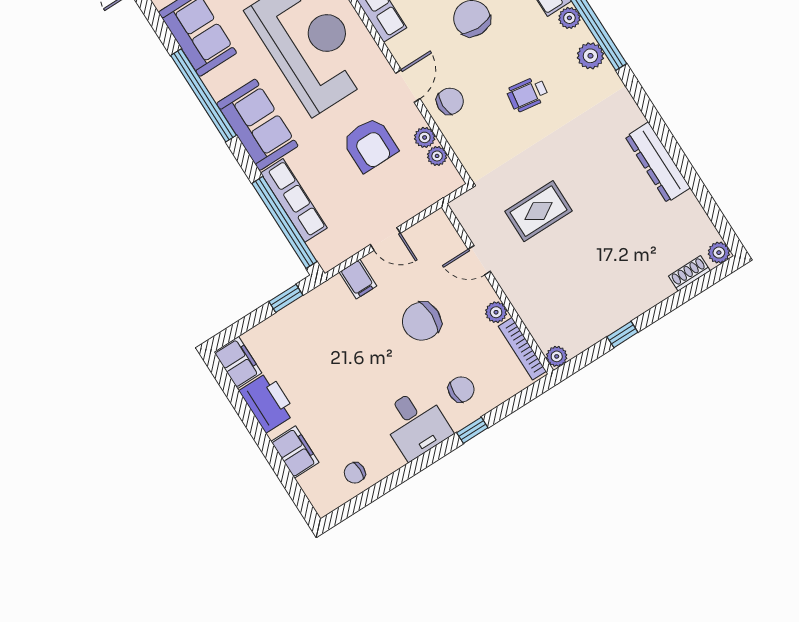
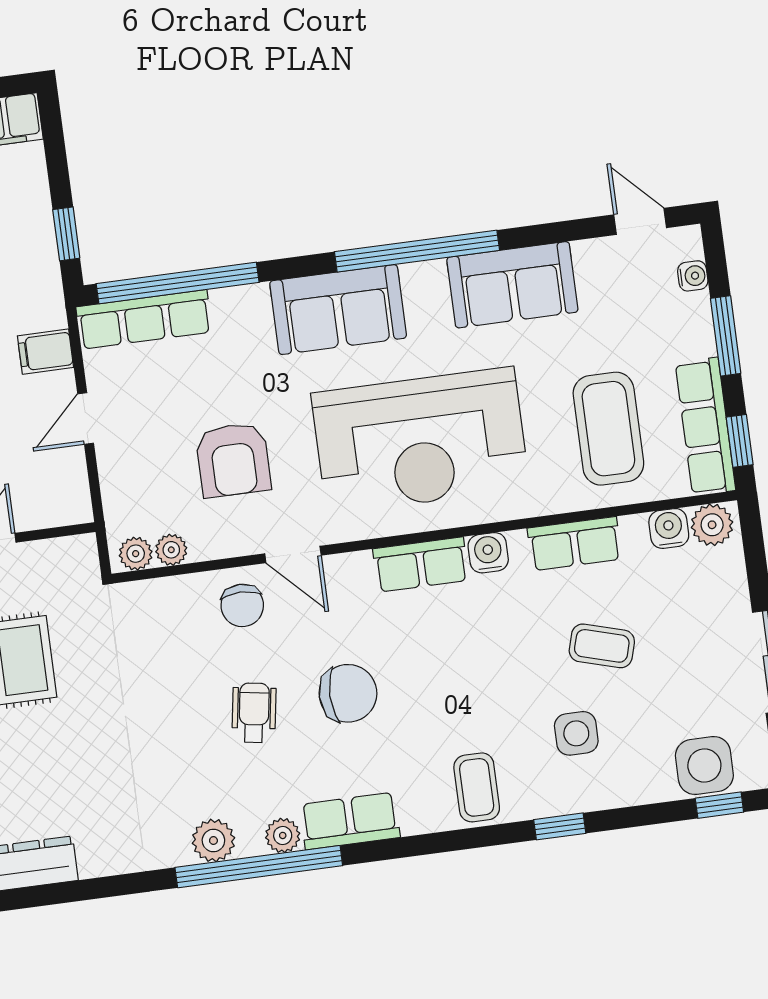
wheelchair: (528, 94) -> (254, 713), moved
plant: (425, 137) -> (136, 554), moved
armchair: (370, 145) -> (233, 460), turned -90
row of seats: (294, 200) -> (144, 319), moved

